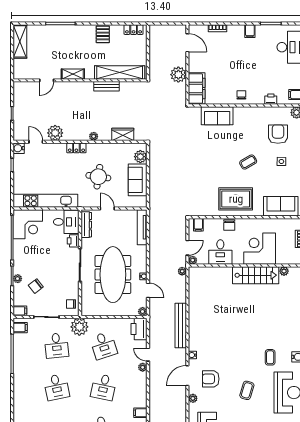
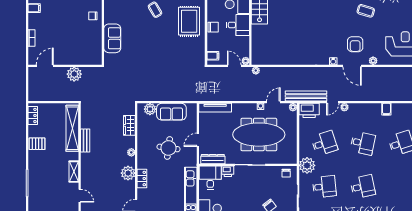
filing cabinet: (197, 88) -> (87, 57), removed
plant: (55, 133) -> (128, 173), moved
locker: (76, 148) -> (142, 179), moved
desk: (220, 252) -> (238, 25), moved
bench: (181, 326) -> (306, 96), moved

